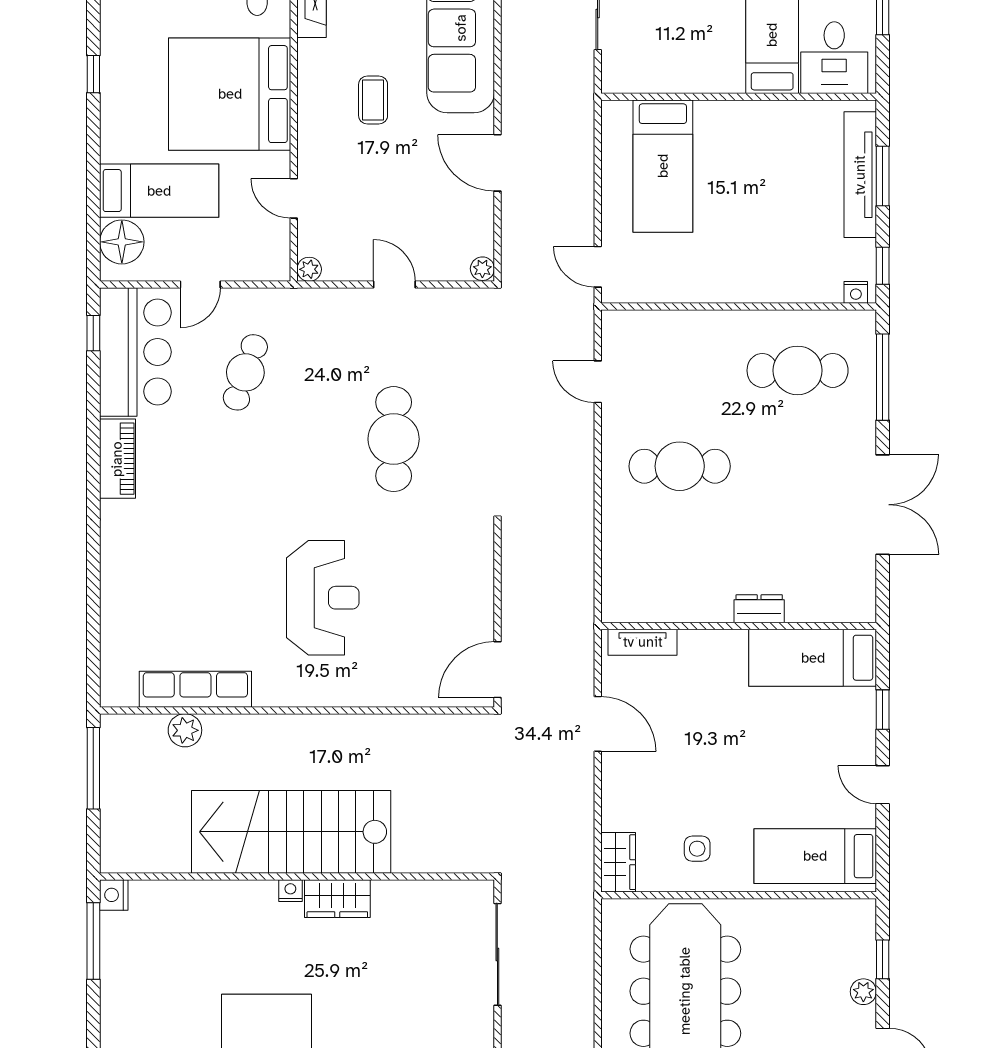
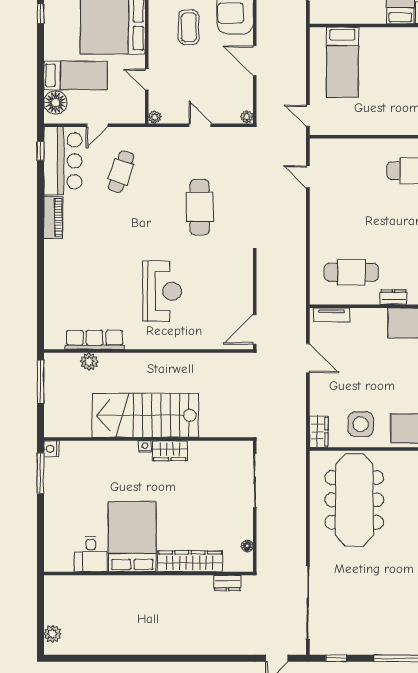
coffee table: (373, 100) -> (189, 27), width x1.36, depth x1.30
cafe table: (680, 466) -> (351, 272), moved
side table: (697, 849) -> (361, 424), width x1.87, depth x1.87

